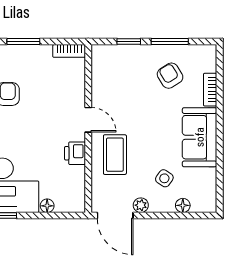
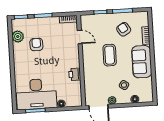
door: (88, 120) -> (80, 37), moved
coffee table: (115, 155) -> (110, 55), moved

